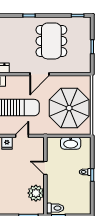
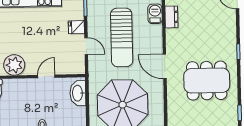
washbasin: (71, 143) -> (78, 93), moved

